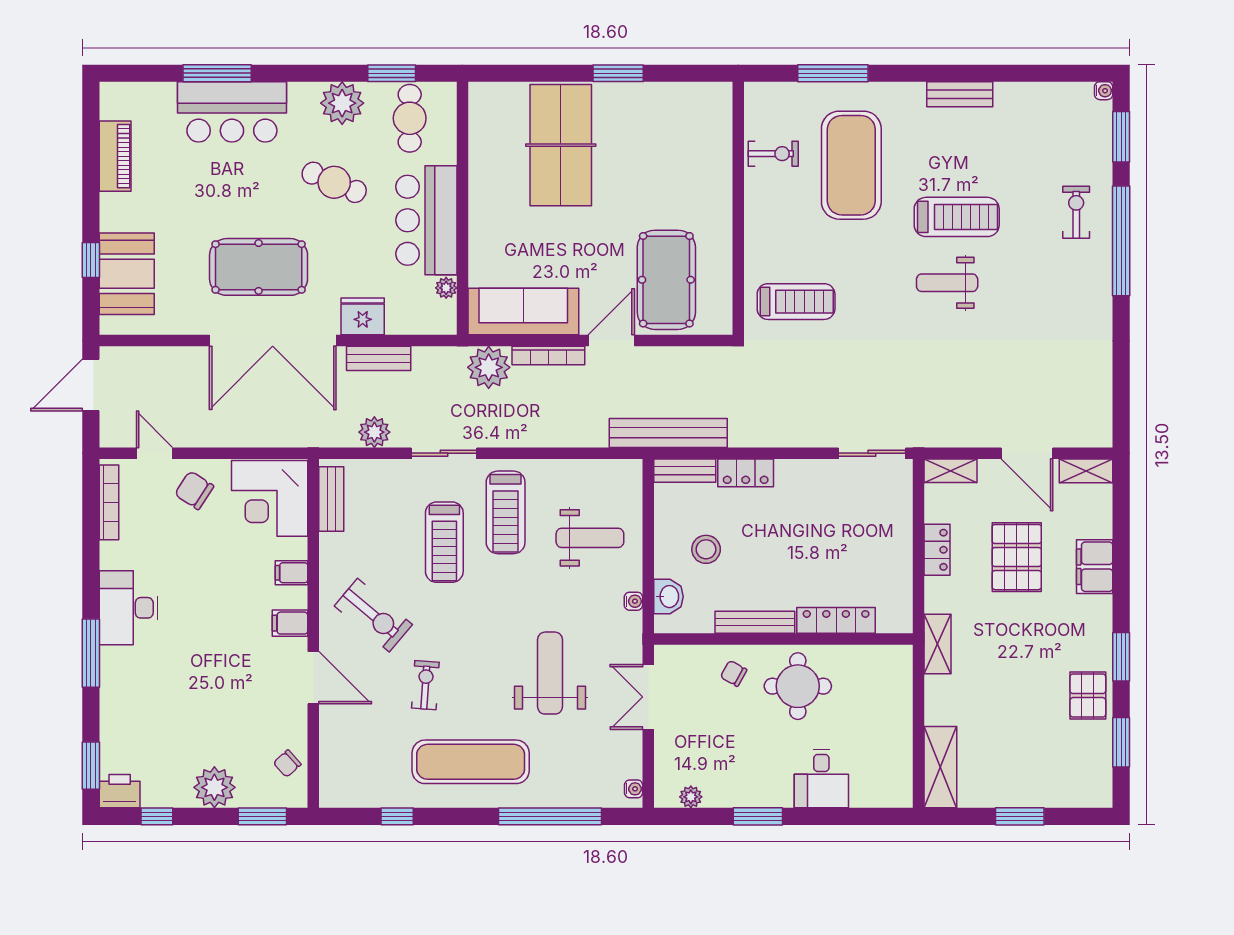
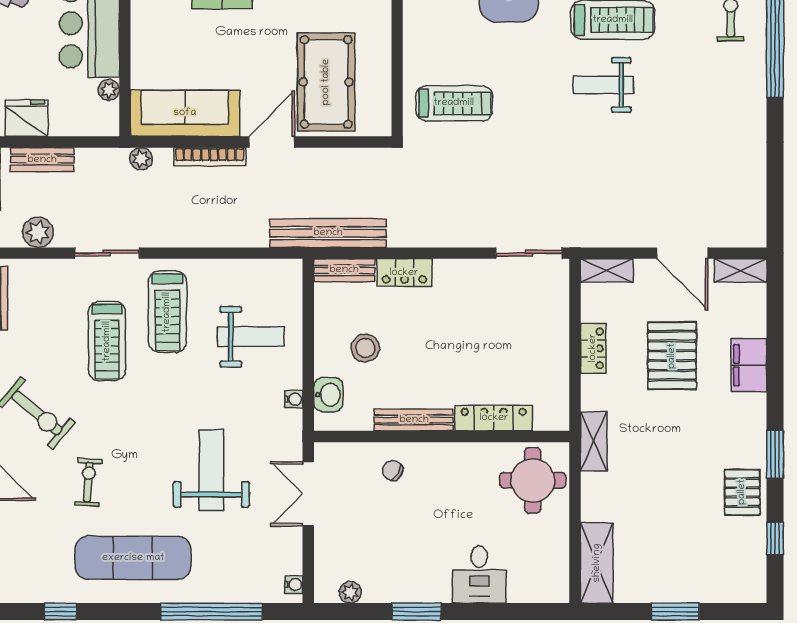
plant: (489, 367) -> (141, 159), width x0.53, depth x0.53
round table: (798, 686) -> (533, 480), moved
window: (1121, 742) -> (775, 538), width x0.67

